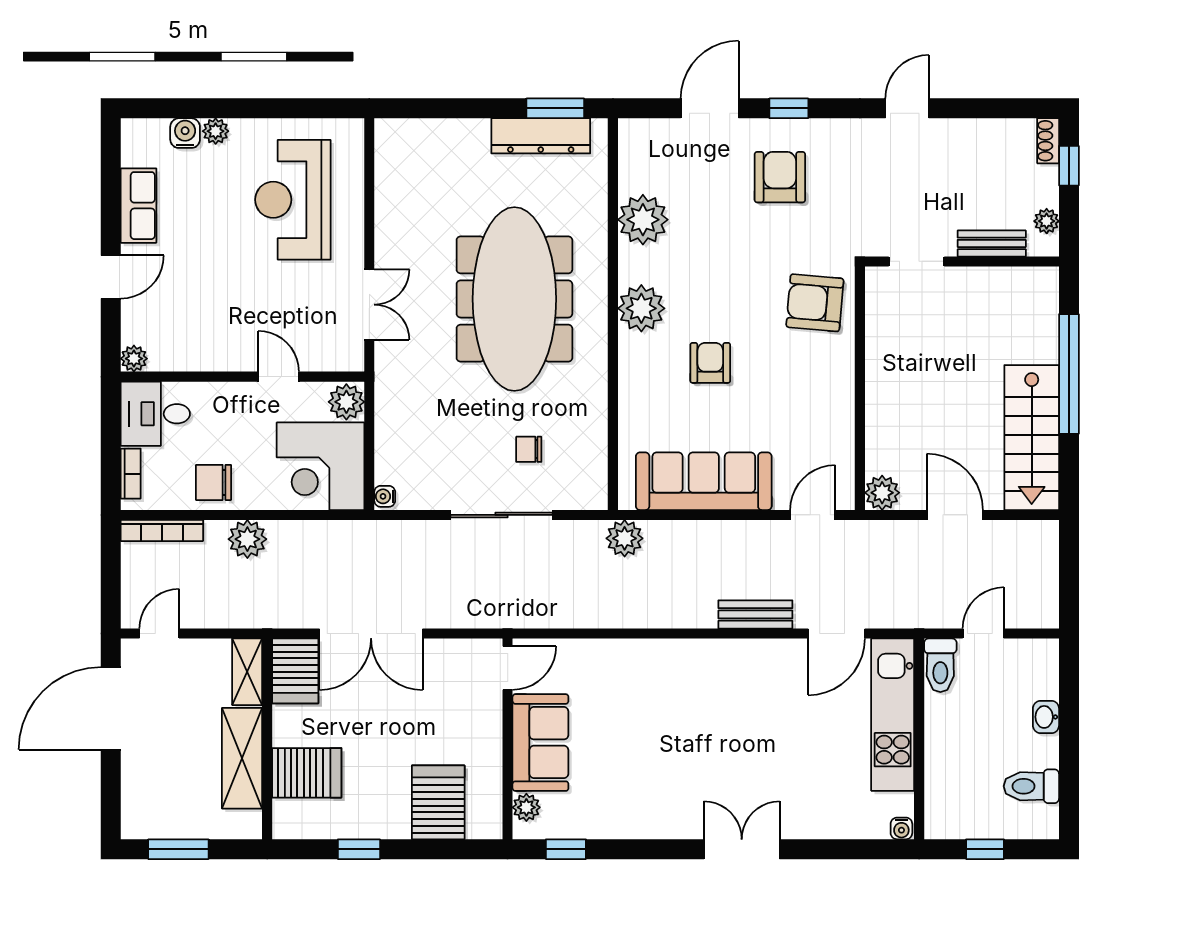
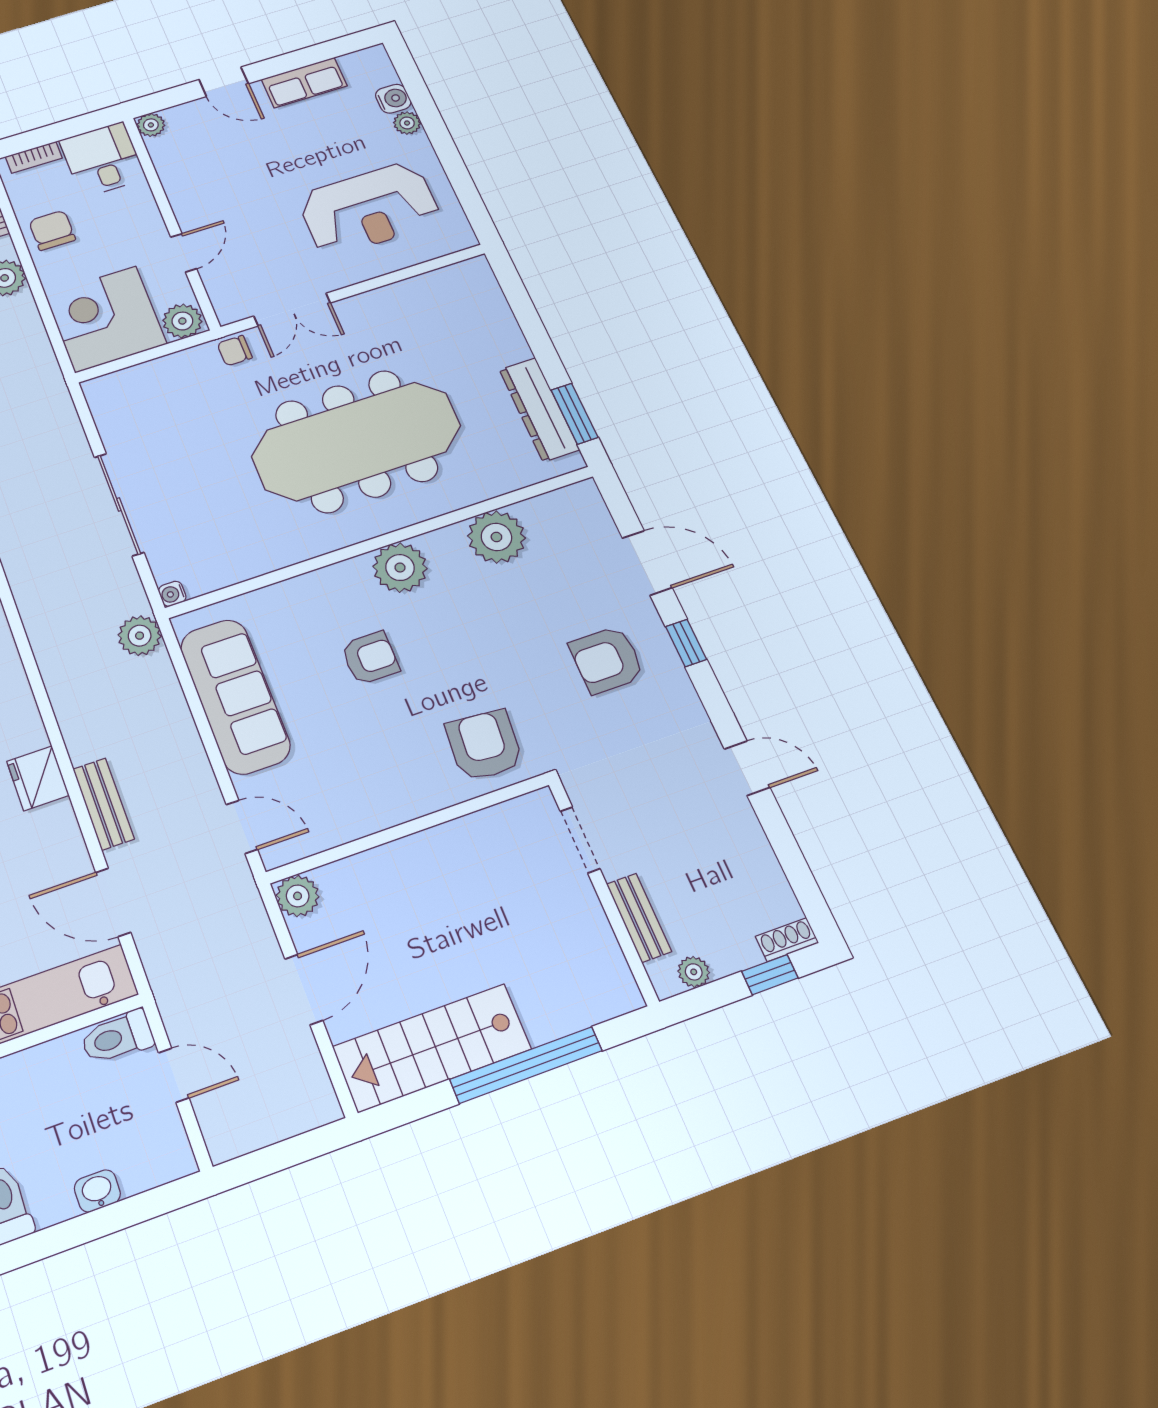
armchair: (780, 177) -> (607, 660), turned 180
reception desk: (293, 200) -> (369, 209), turned 180
chair: (529, 449) -> (235, 351), moved, turned -90
water cooler: (385, 496) -> (172, 594), moved, turned -90
fridge: (716, 658) -> (38, 778), added

